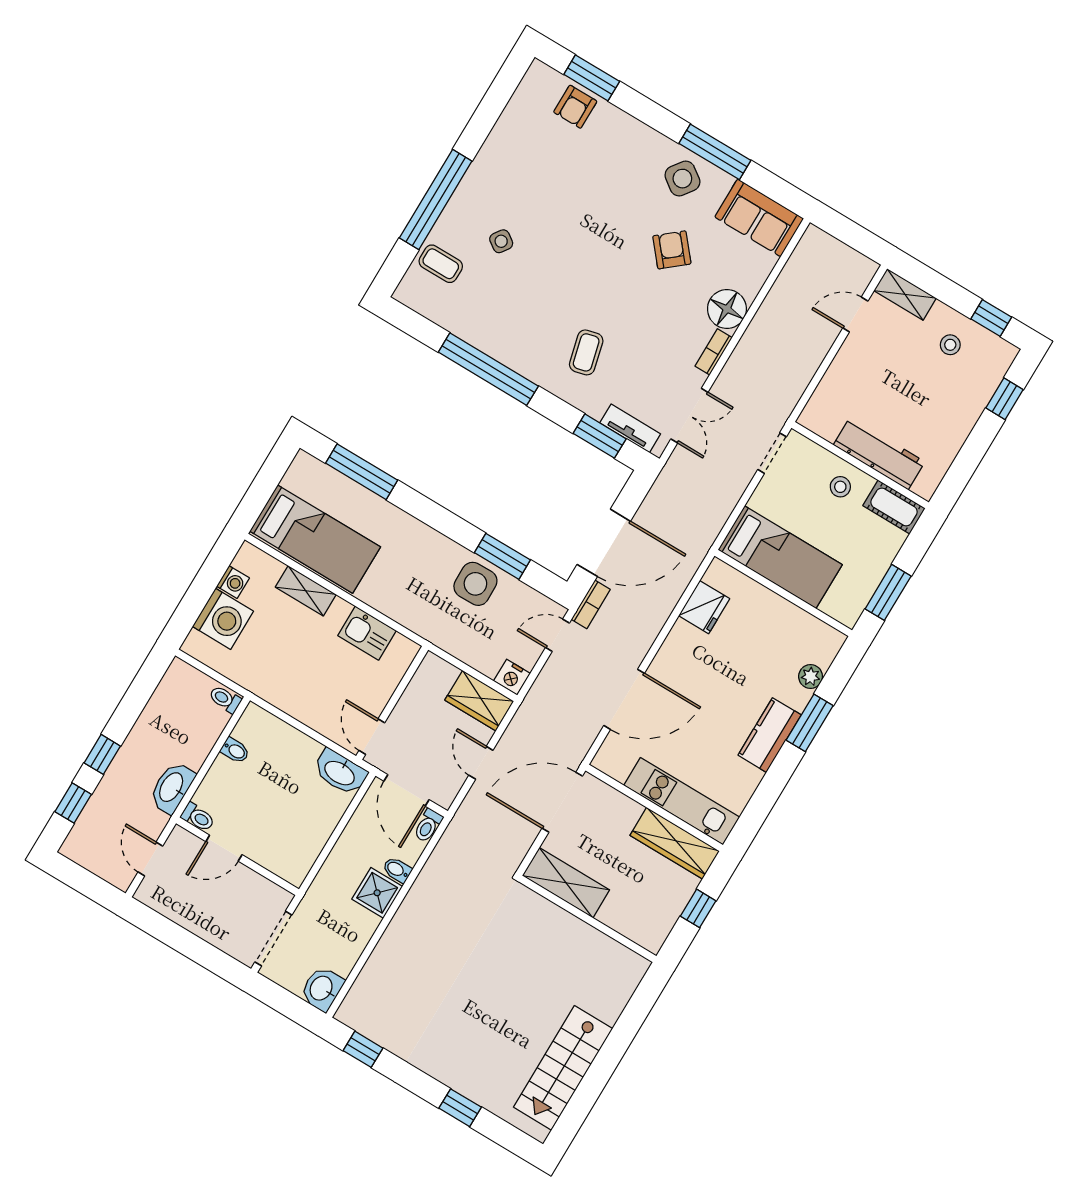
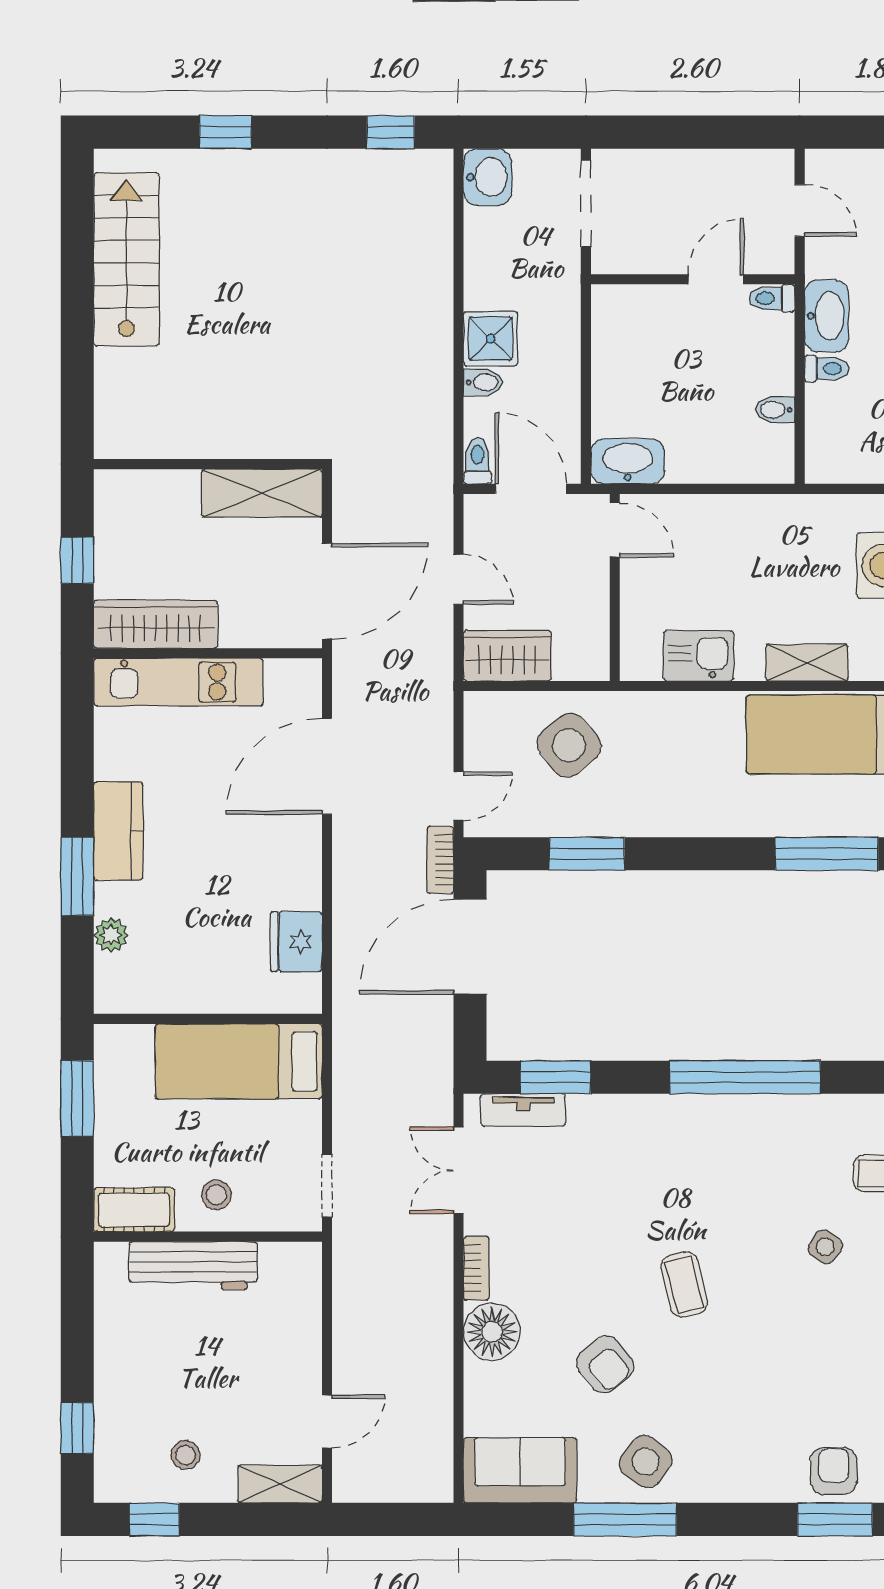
coffee table: (586, 352) -> (684, 1284), moved
side table: (475, 584) -> (569, 745), moved, turned -38
nightstand: (512, 677) -> (484, 710), removed
toilet: (225, 699) -> (826, 369), moved

